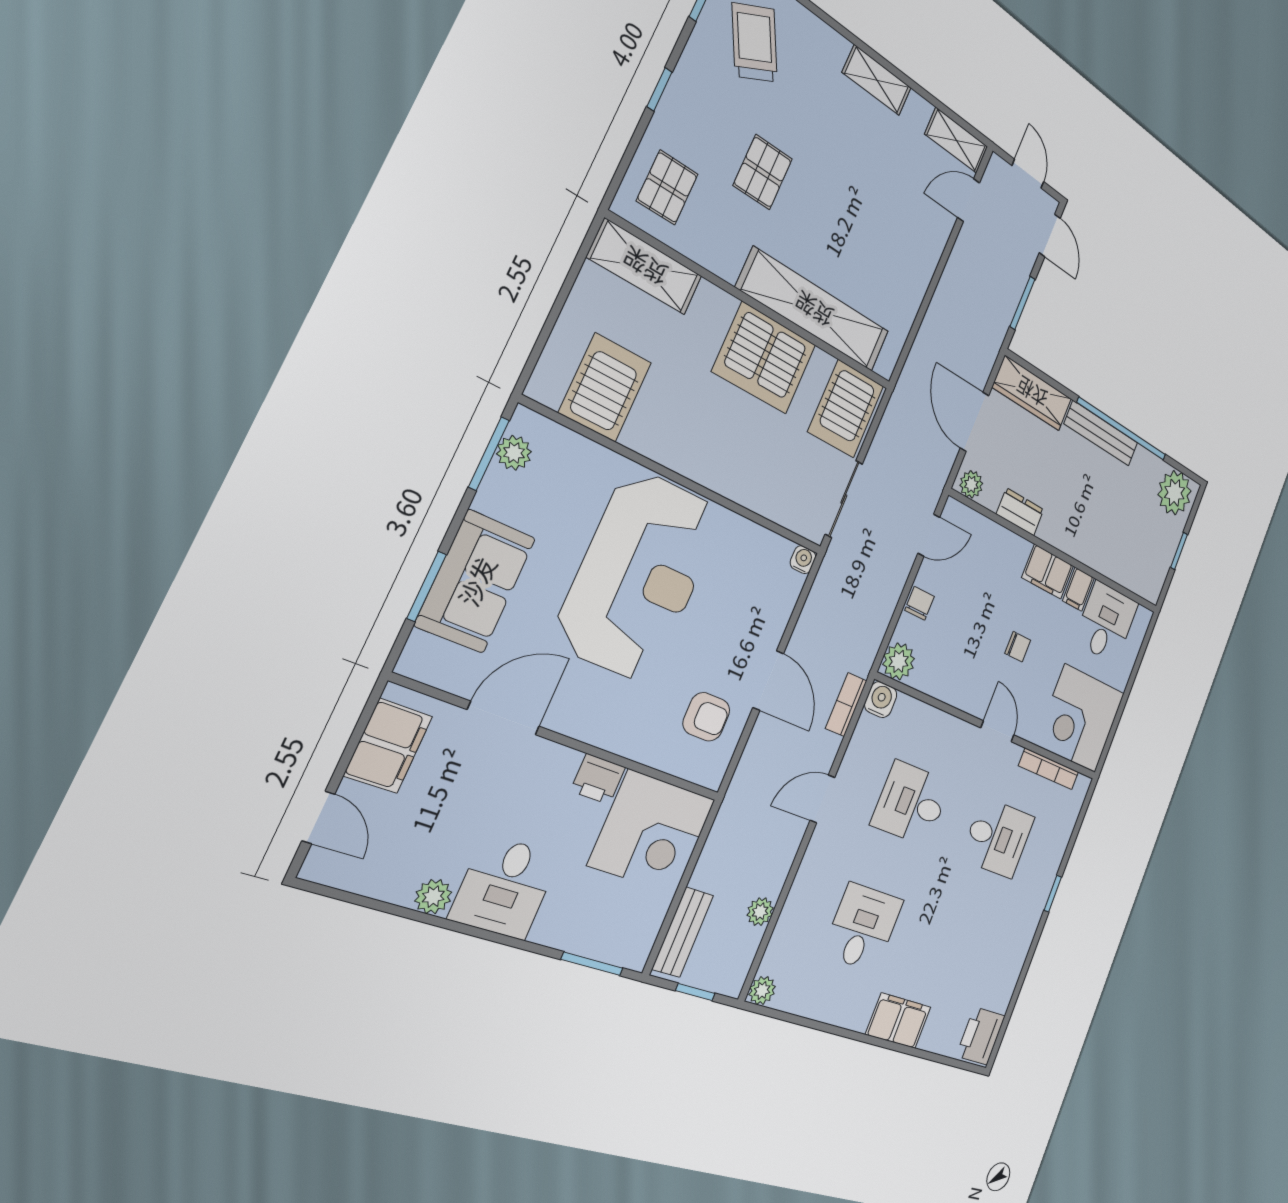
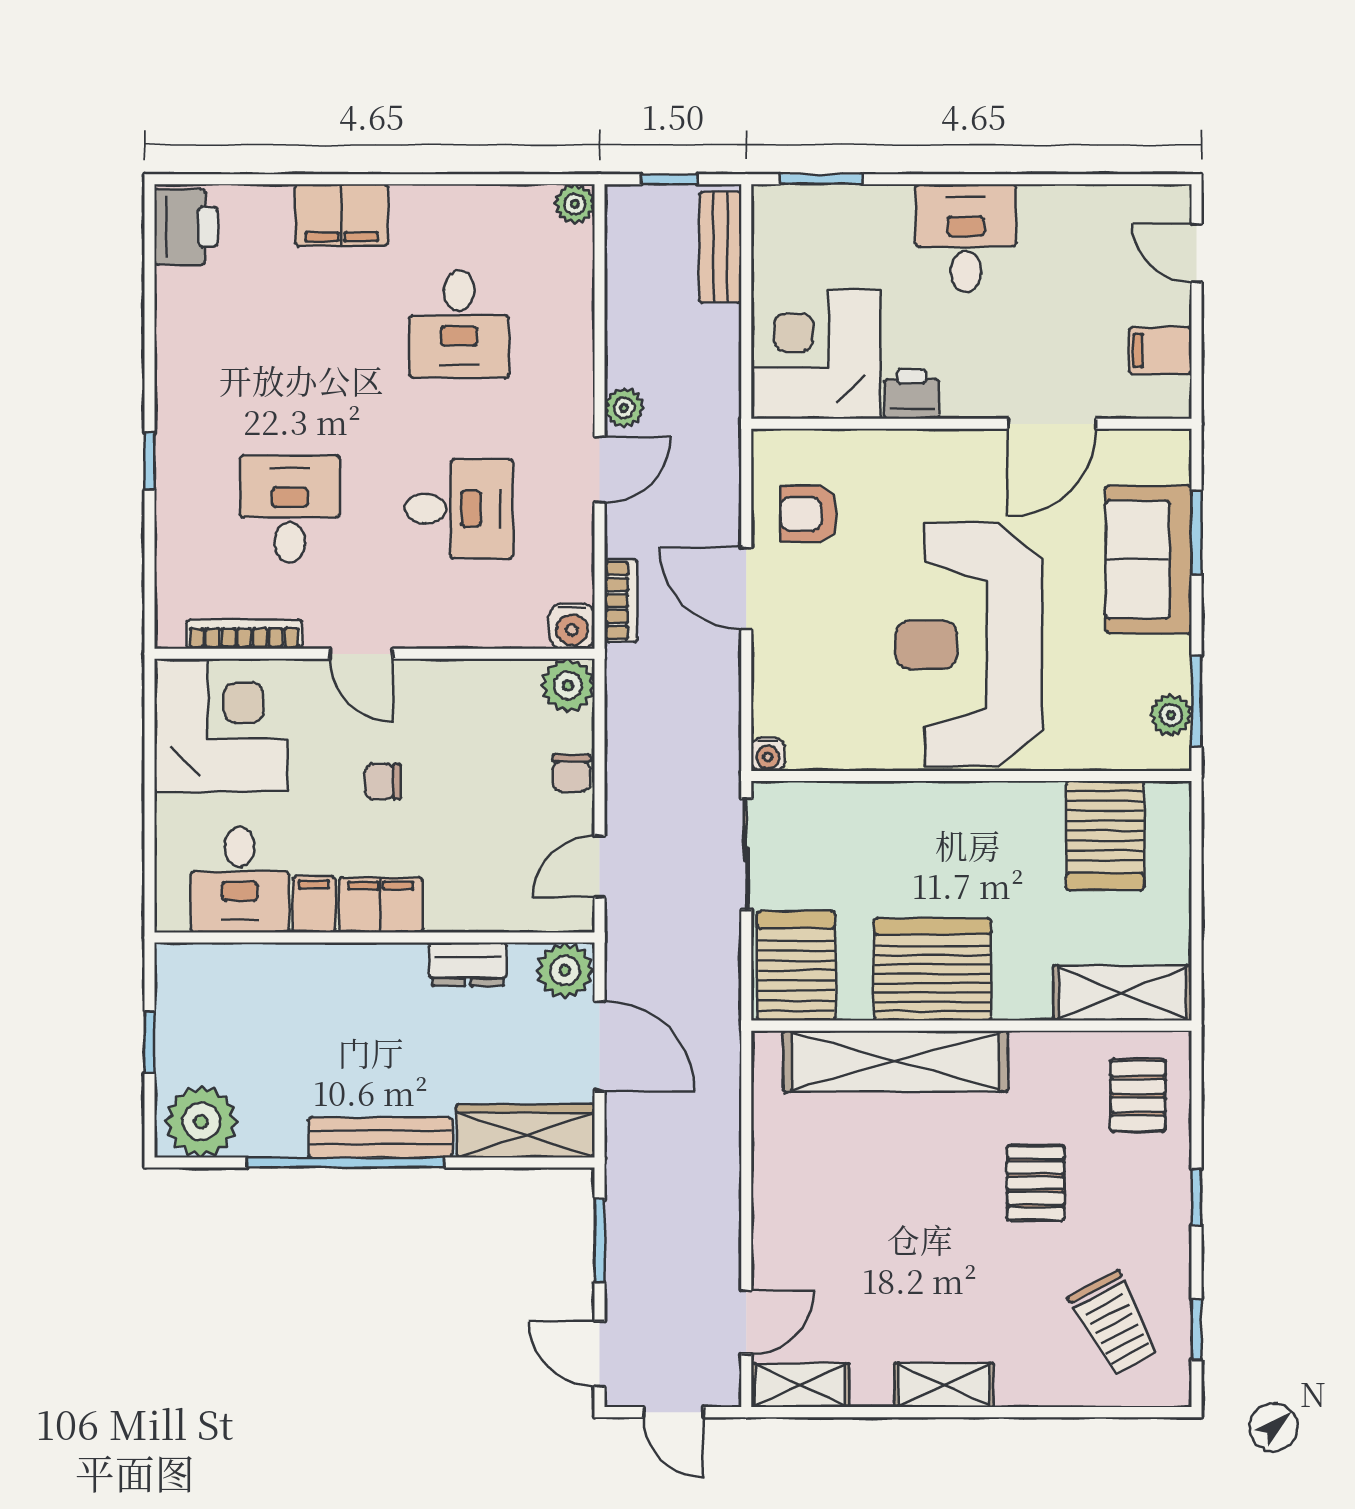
plant: (971, 484) -> (565, 970), width x1.38, depth x1.38
filing cabinet: (388, 746) -> (1160, 351), width x0.50
desk: (998, 838) -> (290, 509), turned 90
plant: (433, 897) -> (1041, 205), removed
plant: (760, 912) -> (624, 408), moved

